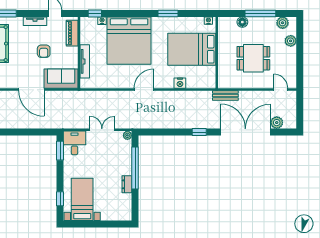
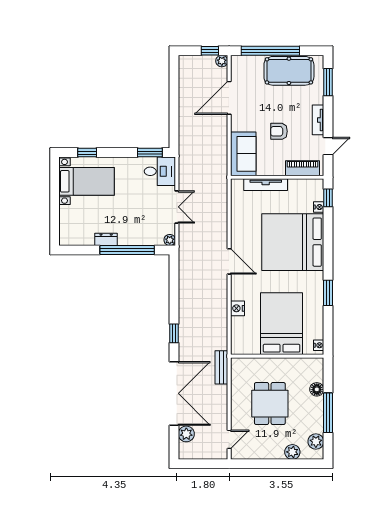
door: (31, 90) -> (229, 98), moved

